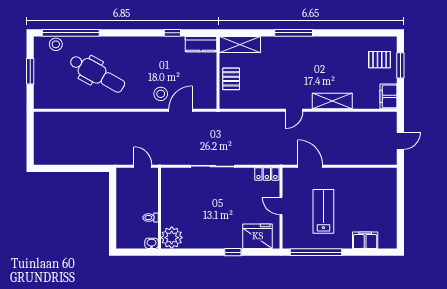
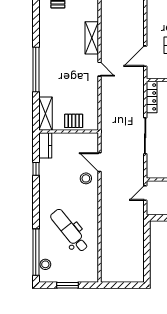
window: (294, 33) -> (36, 70), width x1.46
dental chair: (97, 74) -> (69, 231), turned -68
locker: (267, 174) -> (152, 97), width x1.53

